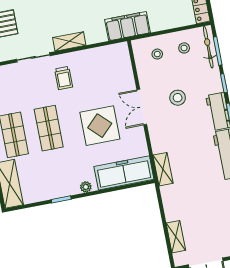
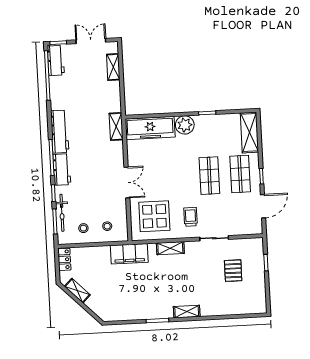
shelving: (69, 41) -> (170, 248), moved
bicycle: (208, 47) -> (62, 213), moved
stool: (178, 98) -> (95, 186), removed
display table: (100, 126) -> (154, 216), moved
plant: (86, 187) -> (185, 125), width x1.87, depth x1.87

